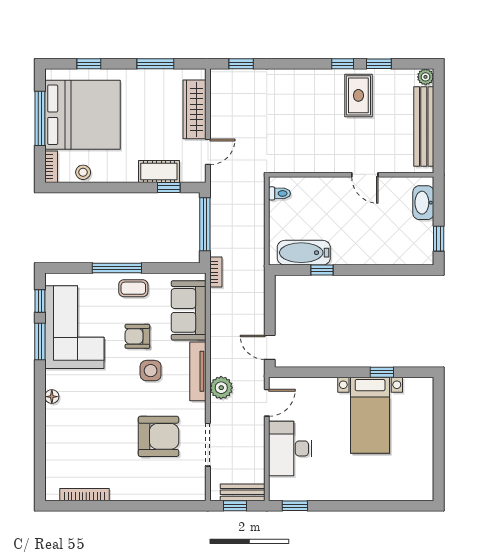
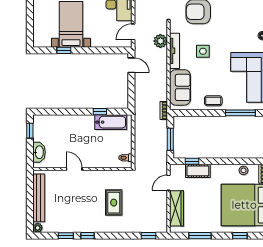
rug: (358, 95) -> (114, 203), moved
window: (205, 224) -> (170, 139), width x0.69
window: (117, 268) -> (240, 113), moved
armchair: (137, 336) -> (211, 72), removed

